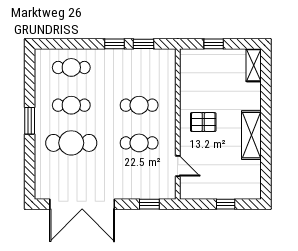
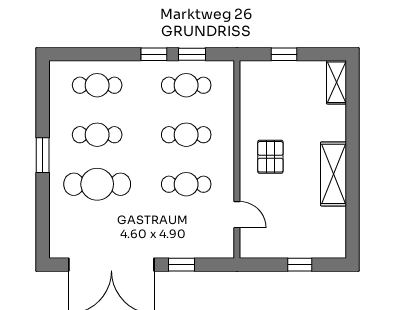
cafe table: (139, 67) -> (186, 85), added
pallet: (203, 122) -> (270, 157), turned 90
window: (149, 204) -> (182, 265), moved

